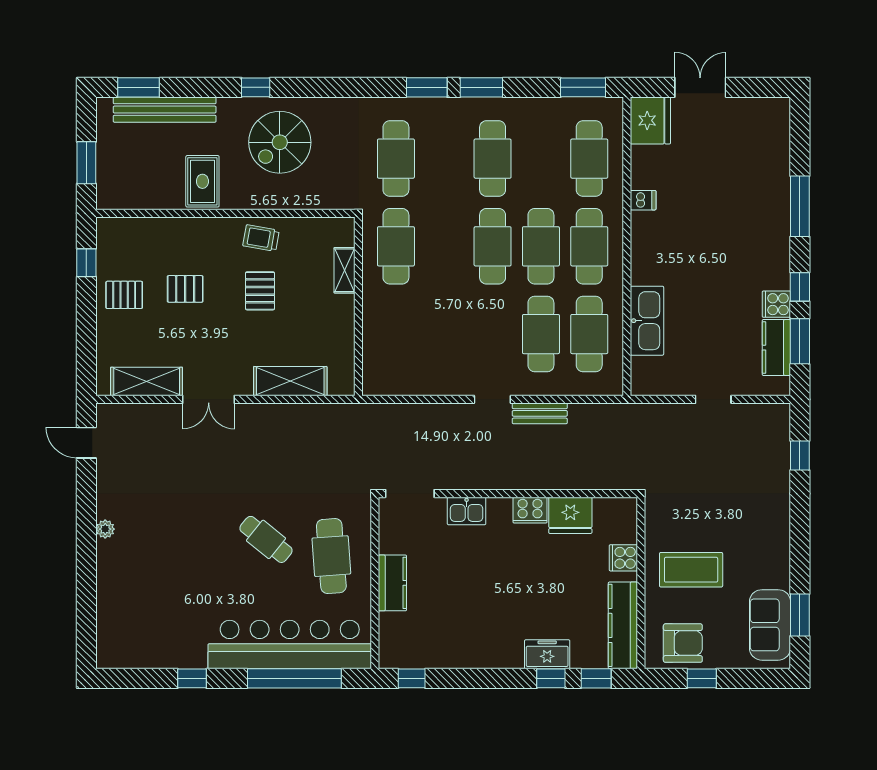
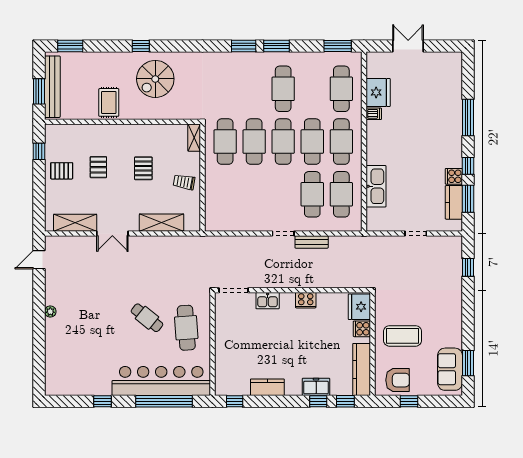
bench: (165, 110) -> (52, 87), moved, turned 90
fridge: (650, 120) -> (378, 92), moved
cafe table: (396, 159) -> (254, 142), moved
trolley: (261, 238) -> (184, 182), moved
shelving: (345, 270) -> (194, 138), moved
pallet: (185, 289) -> (98, 167), turned 90
door: (86, 443) -> (39, 260), hinge flipped
fridge: (570, 515) -> (359, 307), moved, turned 90
kitchen counter: (392, 583) -> (267, 387), moved, turned -90

